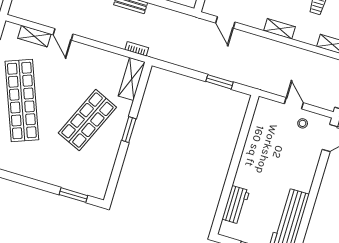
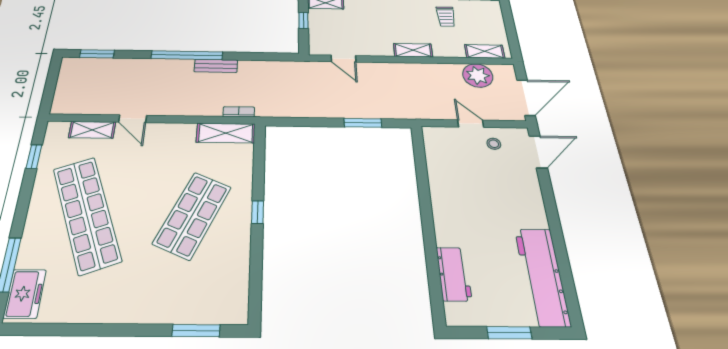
plant: (317, 65) -> (478, 75), added
shelving: (132, 79) -> (226, 133), moved, turned 90
window: (129, 130) -> (258, 212), width x0.67

